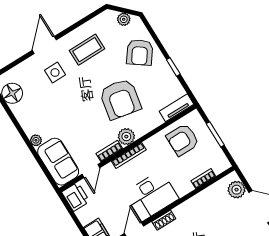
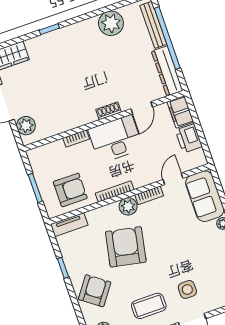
bookcase: (129, 155) -> (115, 191), moved
bookcase: (203, 179) -> (76, 138), moved
printer: (76, 197) -> (189, 138), moved

